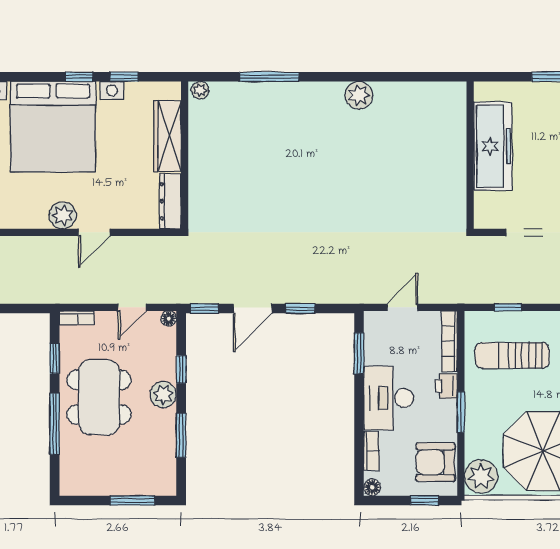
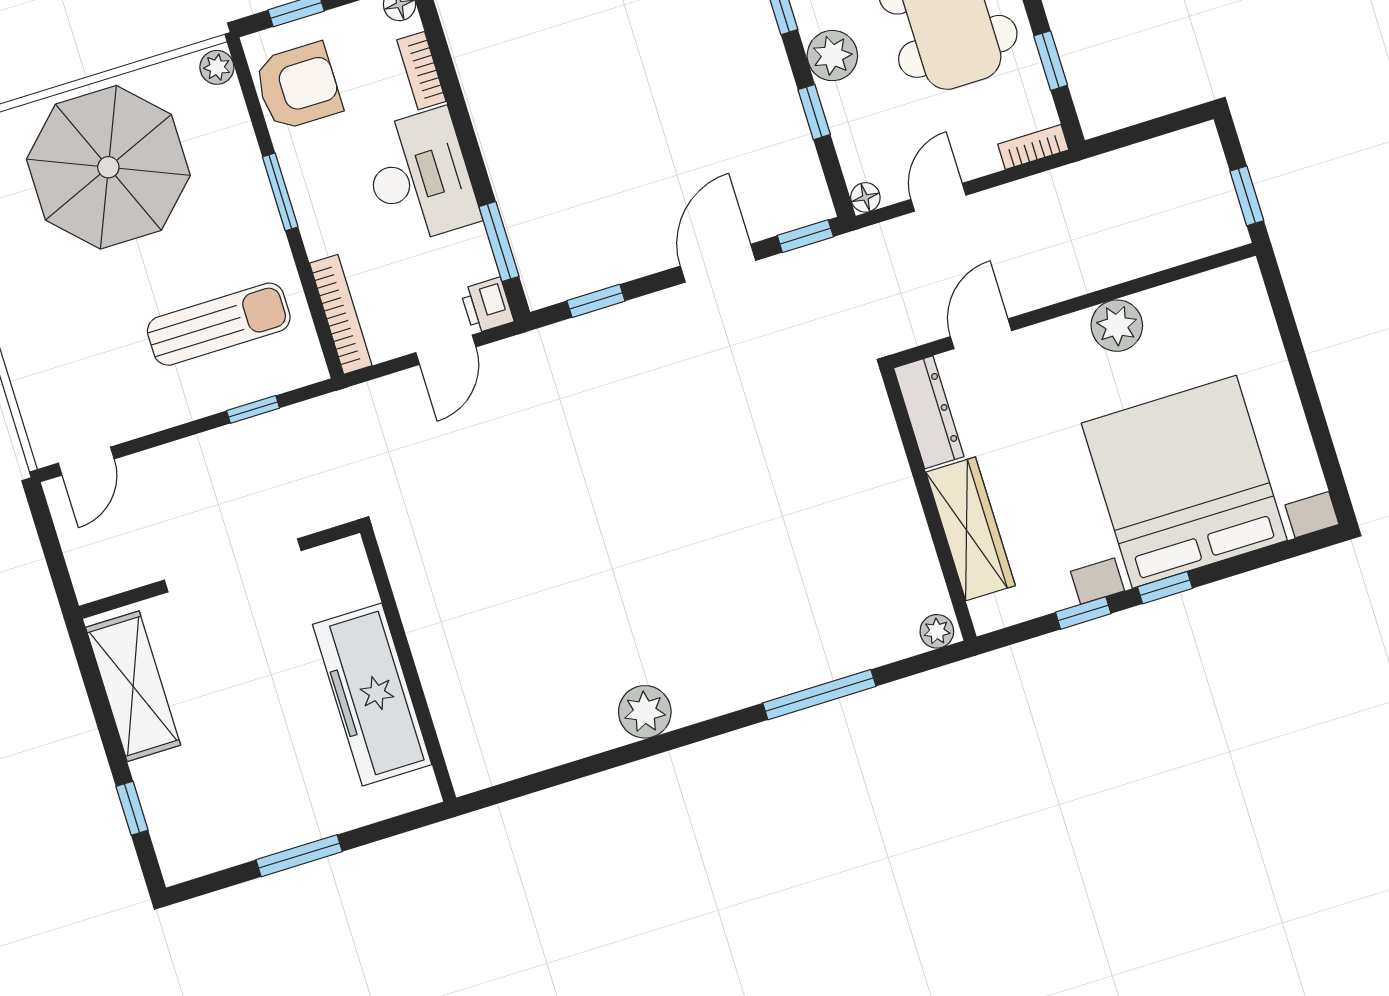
door: (94, 232) -> (981, 334), moved
window: (300, 308) -> (596, 301), moved
printer: (446, 386) -> (487, 305), moved, turned 180
plant: (481, 476) -> (217, 67), width x0.53, depth x0.53

